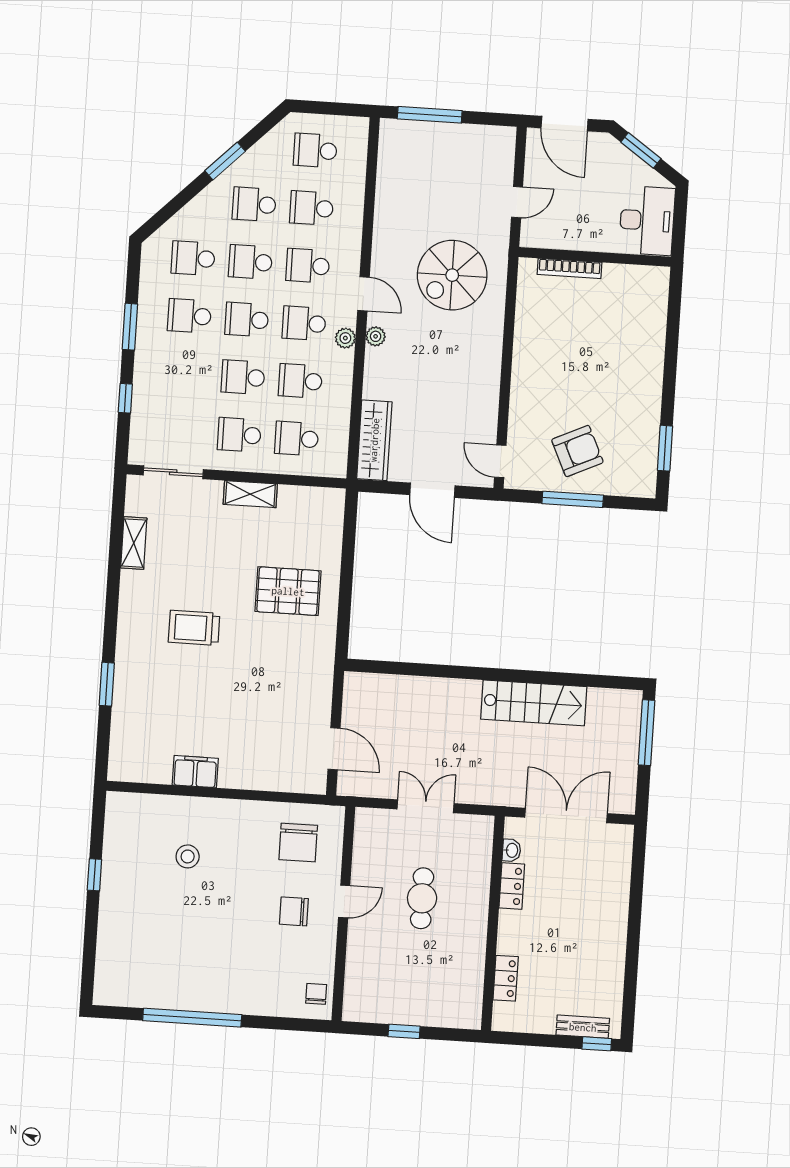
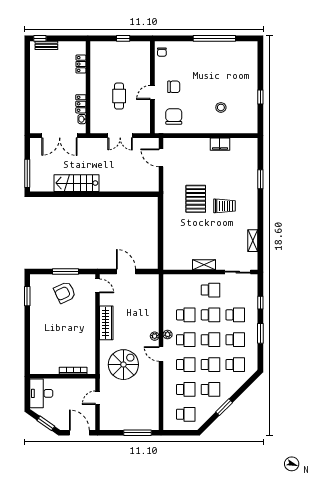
school desk: (297, 438) -> (235, 315), moved
wardrobe: (374, 440) -> (106, 323), moved, turned 180
pallet: (288, 591) -> (196, 199), moved, turned 90

